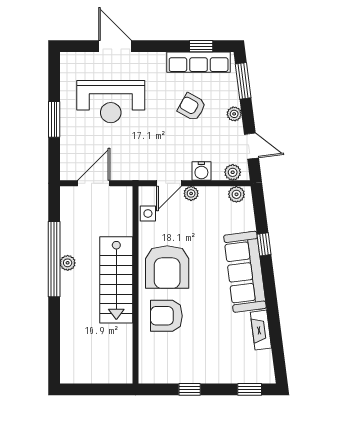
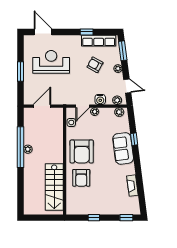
door: (115, 46) -> (43, 32), moved
window: (201, 46) -> (87, 32), moved
reception desk: (111, 102) -> (51, 62), turned 180
sofa: (245, 272) -> (123, 148), width x0.73
stairs: (116, 280) -> (54, 187), moved
armchair: (166, 316) -> (81, 178), turned -90

